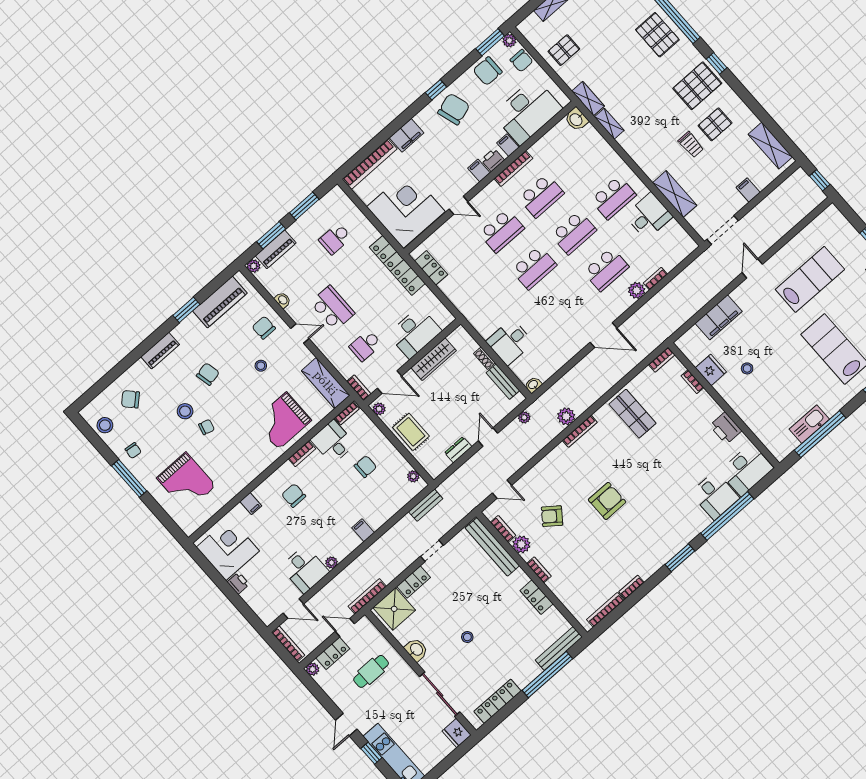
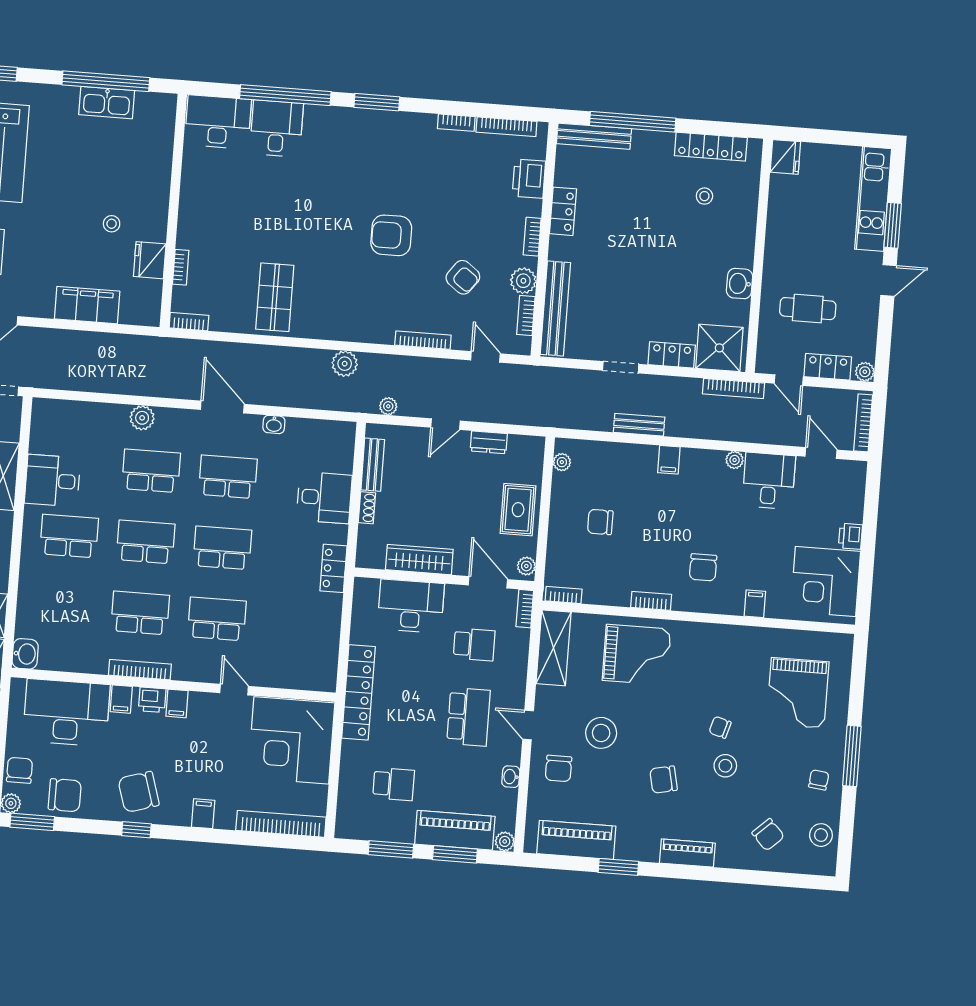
filing cabinet: (407, 135) -> (203, 814), width x0.50
piano: (276, 249) -> (455, 830), width x1.37, depth x1.33
locker: (431, 268) -> (333, 568), moved
bookcase: (655, 279) -> (111, 410), removed
school desk: (566, 304) -> (228, 477), added
school desk: (332, 308) -> (469, 717), turned 180
stool: (261, 366) -> (601, 733), width x1.89, depth x1.89
washbasin: (533, 385) -> (274, 424), moved
printer: (726, 428) -> (529, 179), moved, turned 180
bookcase: (580, 431) -> (423, 340), moved
desk: (333, 442) -> (608, 581), removed
grand piano: (186, 482) -> (798, 693), turned 180
bench: (426, 505) -> (639, 425), moved
stool: (467, 637) -> (704, 196), moved
sliding door: (440, 694) -> (762, 214), removed
window: (371, 753) -> (893, 225), width x1.50

